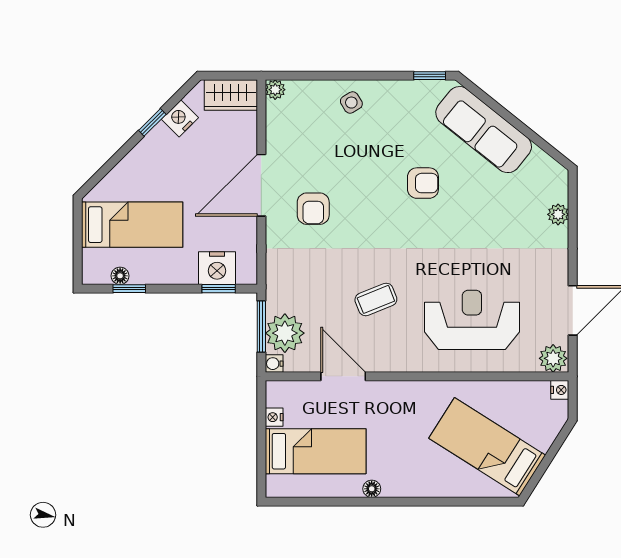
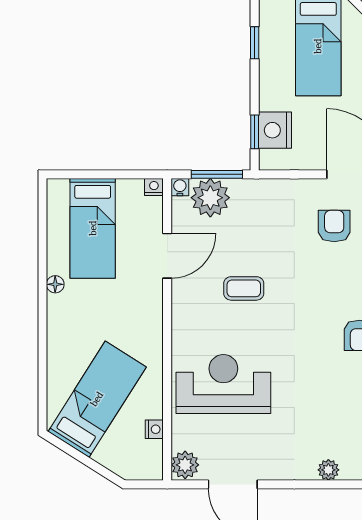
armchair: (313, 209) -> (334, 226), turned 90
floor lamp: (120, 276) -> (267, 34), removed
coffee table: (376, 299) -> (244, 288), turned -68
reception desk: (472, 320) -> (223, 384), turned -90
nightstand: (560, 390) -> (154, 429), moved, turned -90
nightstand: (274, 417) -> (154, 187), moved

